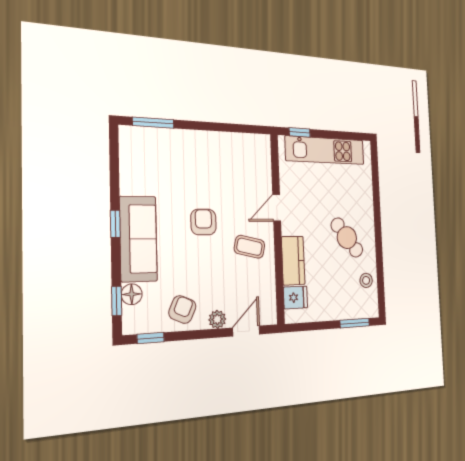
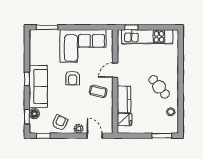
corner sofa: (220, 162) -> (83, 46), added
armchair: (203, 222) -> (73, 78), turned 180
door: (246, 331) -> (95, 136), hinge flipped

